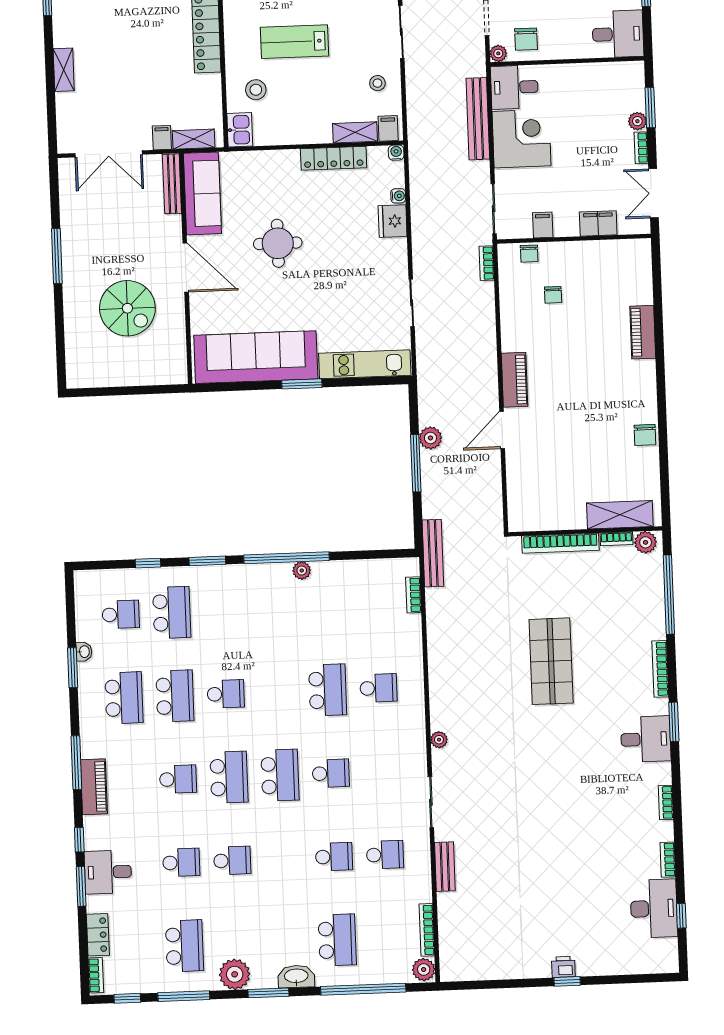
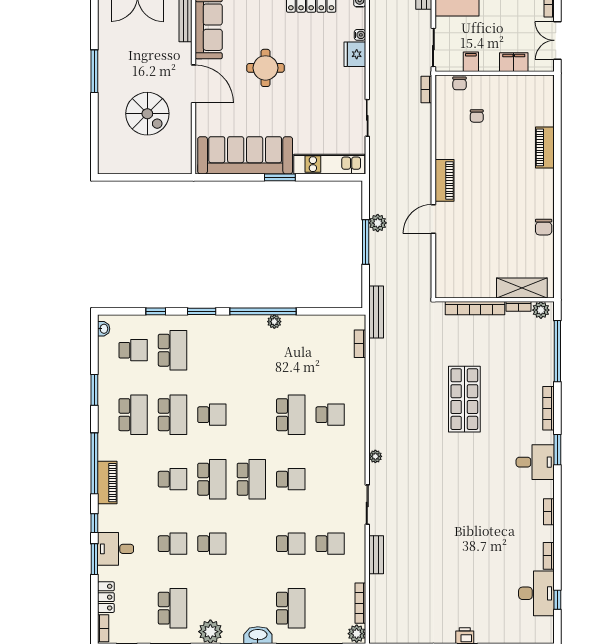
washbasin: (84, 652) -> (104, 329), moved
window: (76, 763) -> (94, 463), width x1.46

